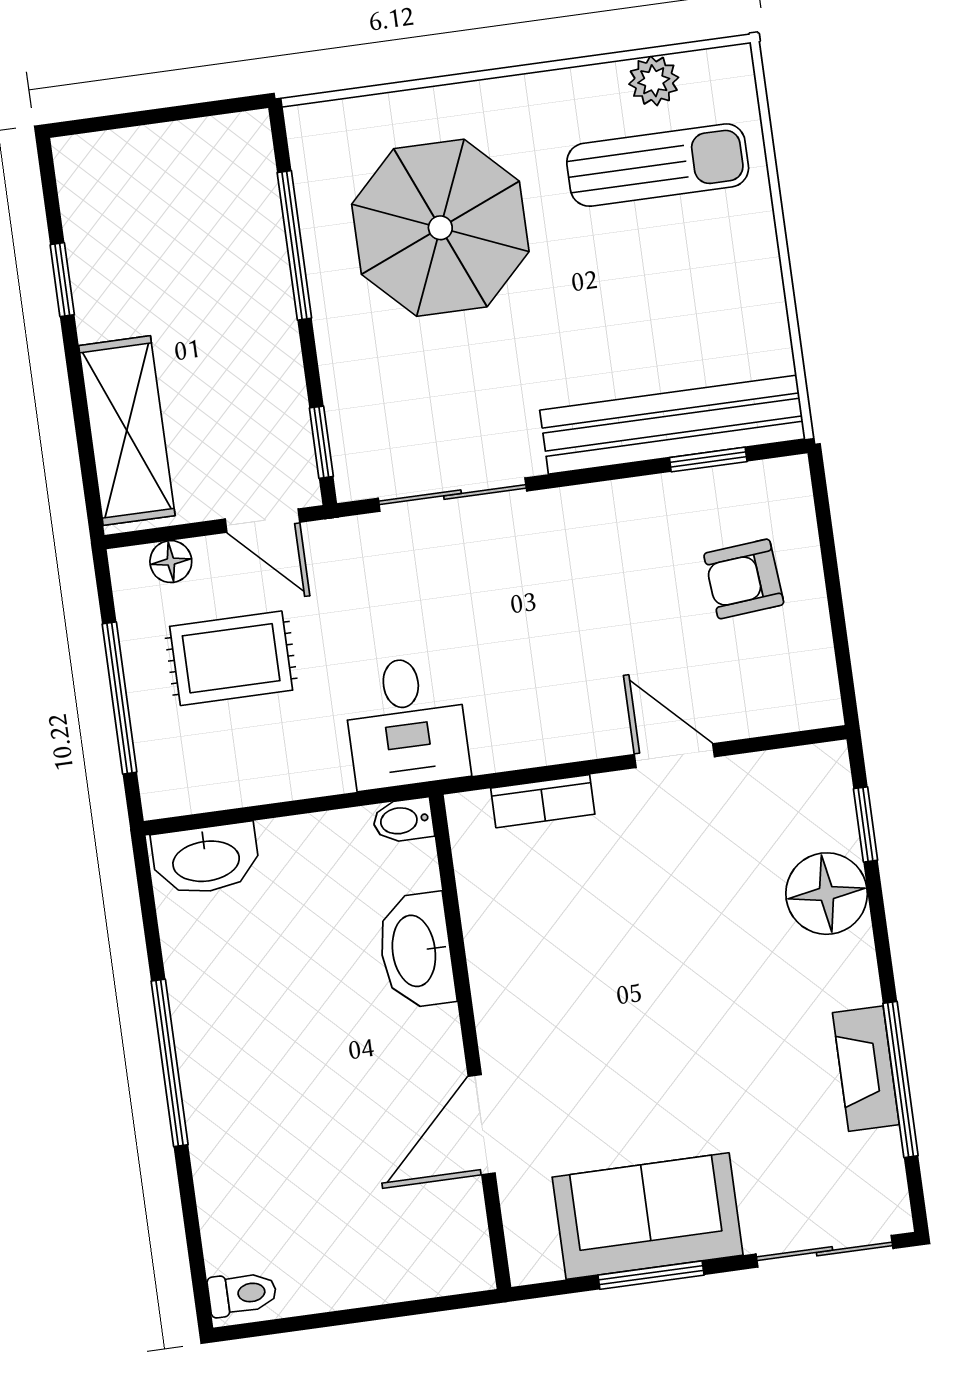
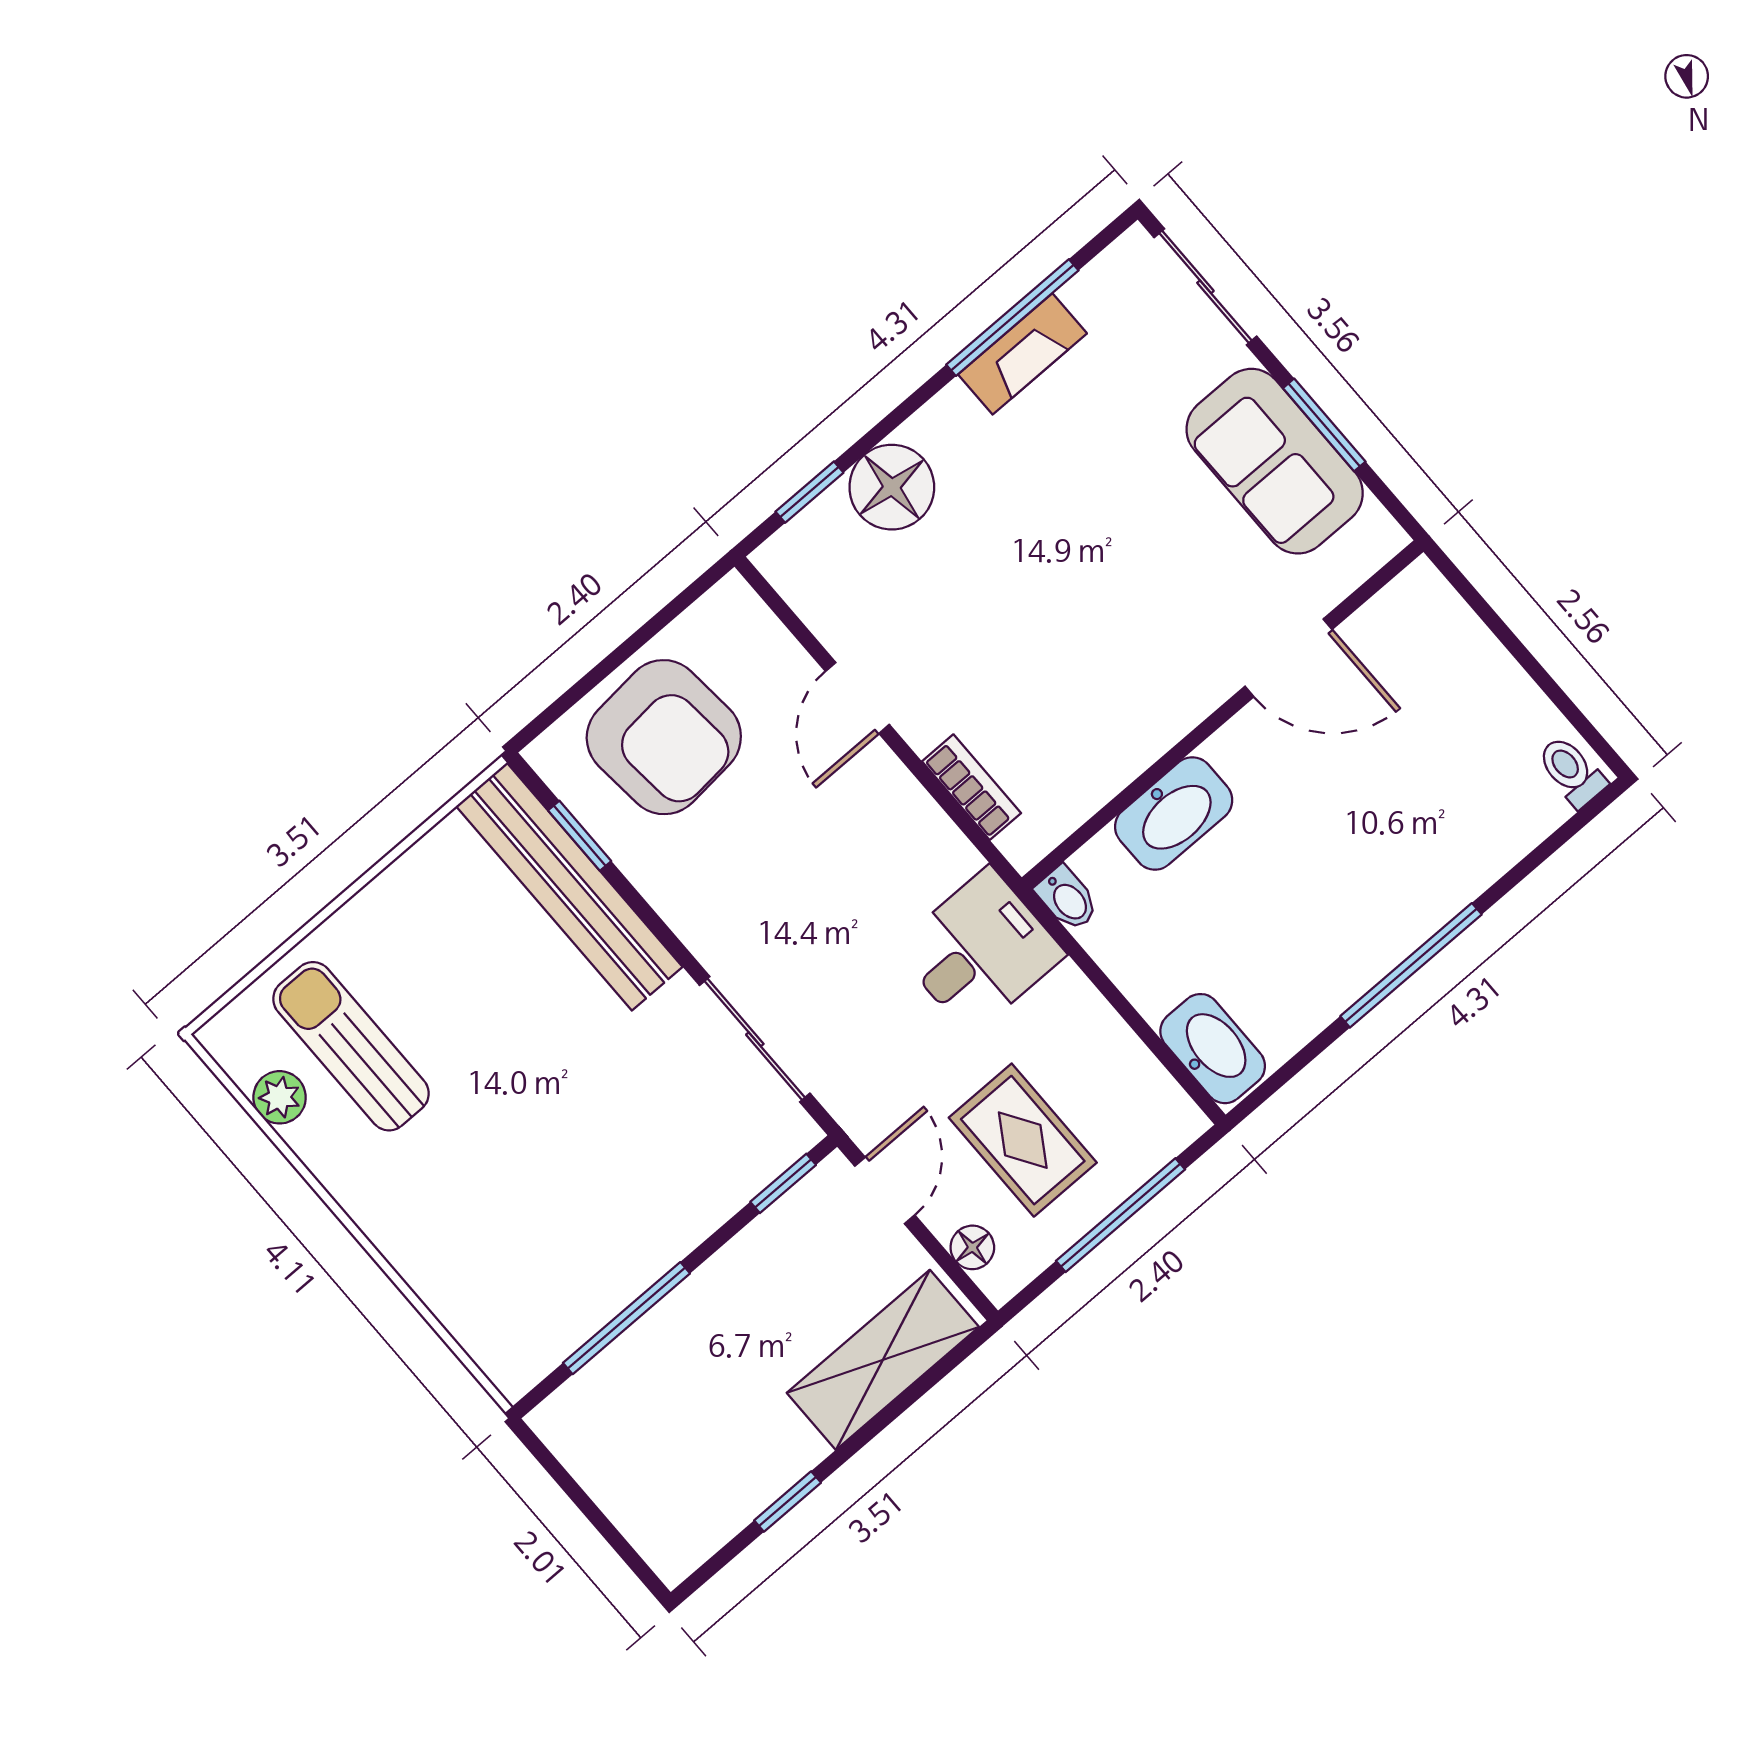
parasol: (440, 228) -> (529, 1201), removed
armchair: (744, 579) -> (664, 737), width x1.88, depth x1.88

